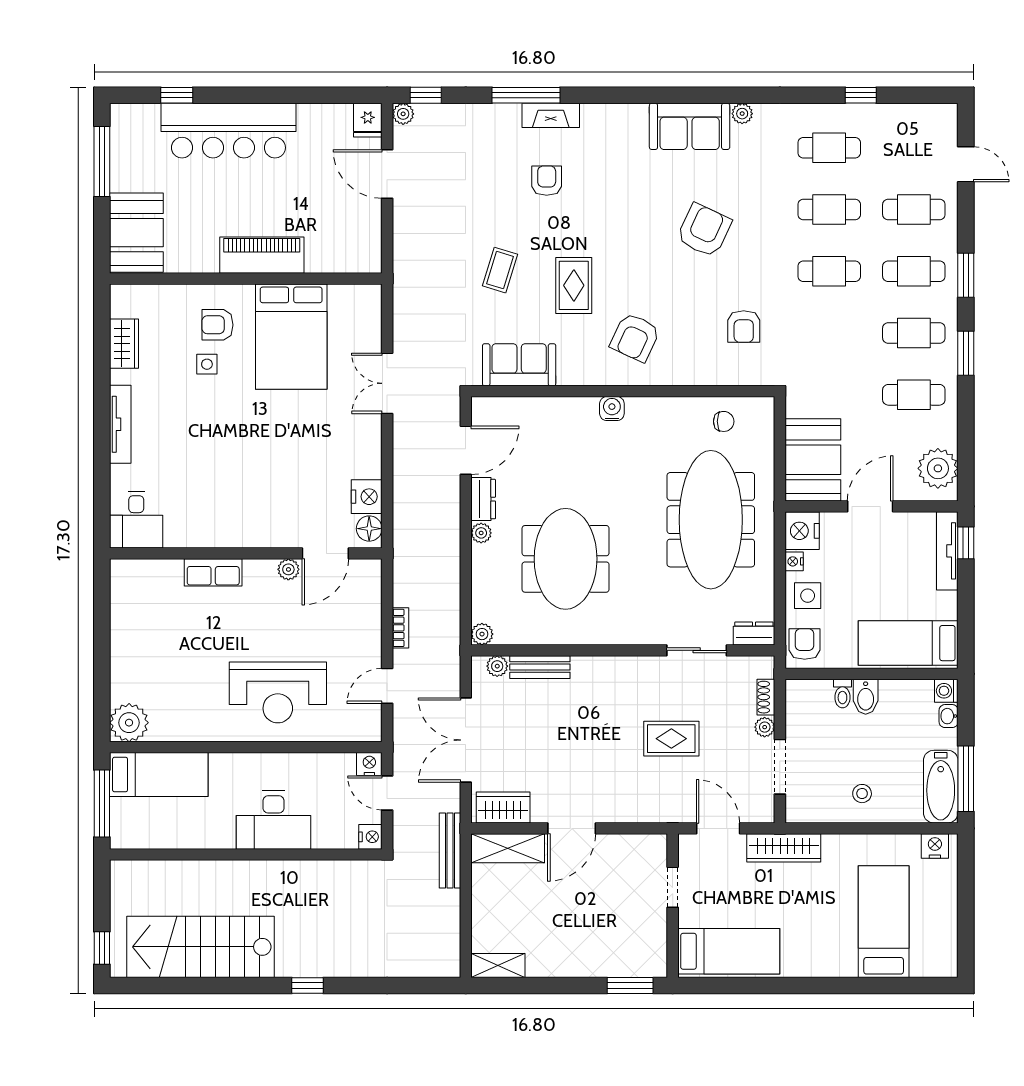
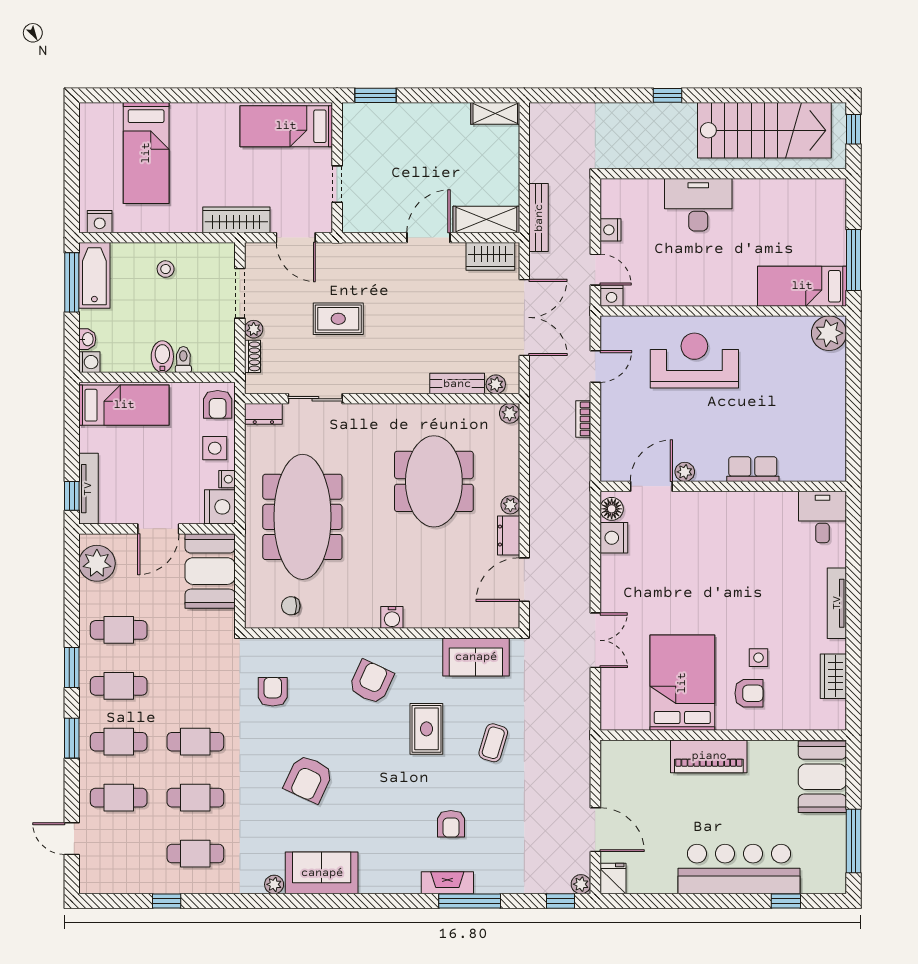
desk: (273, 820) -> (698, 205), moved
wall: (246, 855) -> (723, 174), moved

